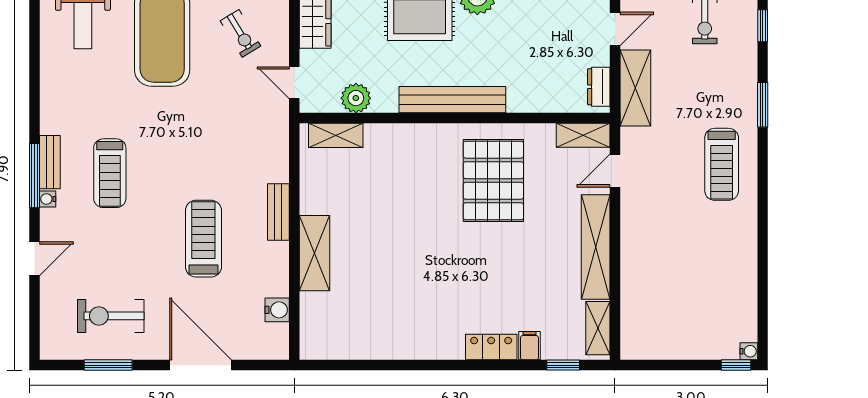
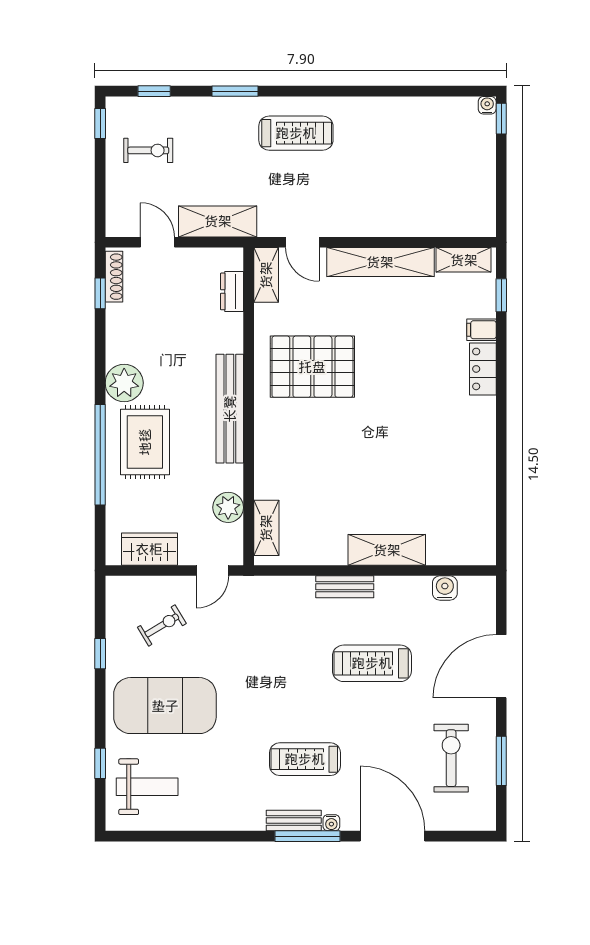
dresser: (599, 87) -> (232, 291), moved, turned 90
treadmill: (110, 173) -> (305, 759), turned 180
door: (35, 259) -> (392, 836), width x1.88
exercise bike: (111, 316) -> (451, 758), turned 180

